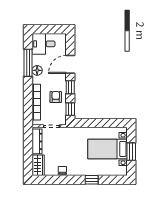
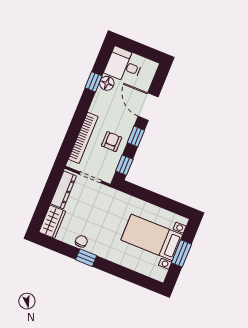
window: (28, 63) -> (93, 82), width x0.46
door: (70, 64) -> (148, 107), hinge flipped
floor lamp: (37, 70) -> (107, 83), moved
window: (92, 180) -> (86, 258), moved

